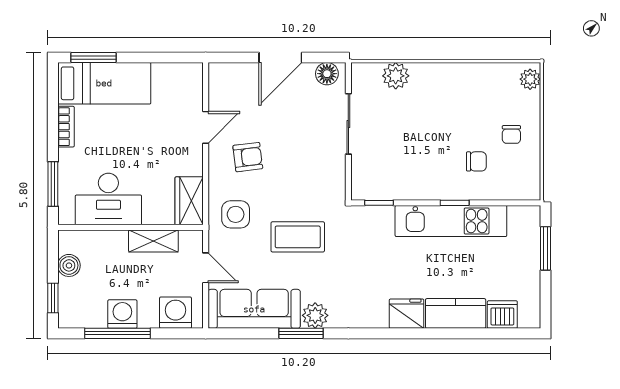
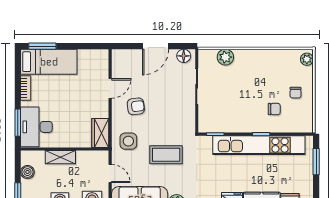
desk: (108, 199) -> (36, 127), moved, turned 90
kitchen unit: (451, 221) -> (259, 145), width x1.36
shelving: (153, 241) -> (60, 157), moved

